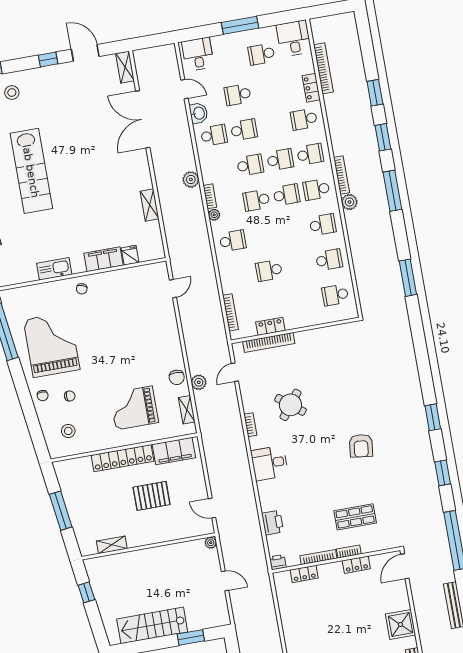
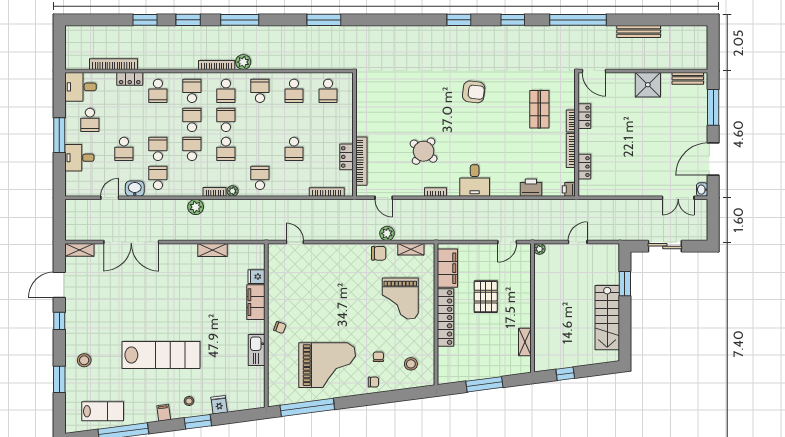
desk: (198, 54) -> (79, 158), moved
school desk: (329, 260) -> (294, 91), turned 180
grand piano: (52, 345) -> (327, 365), turned 180

